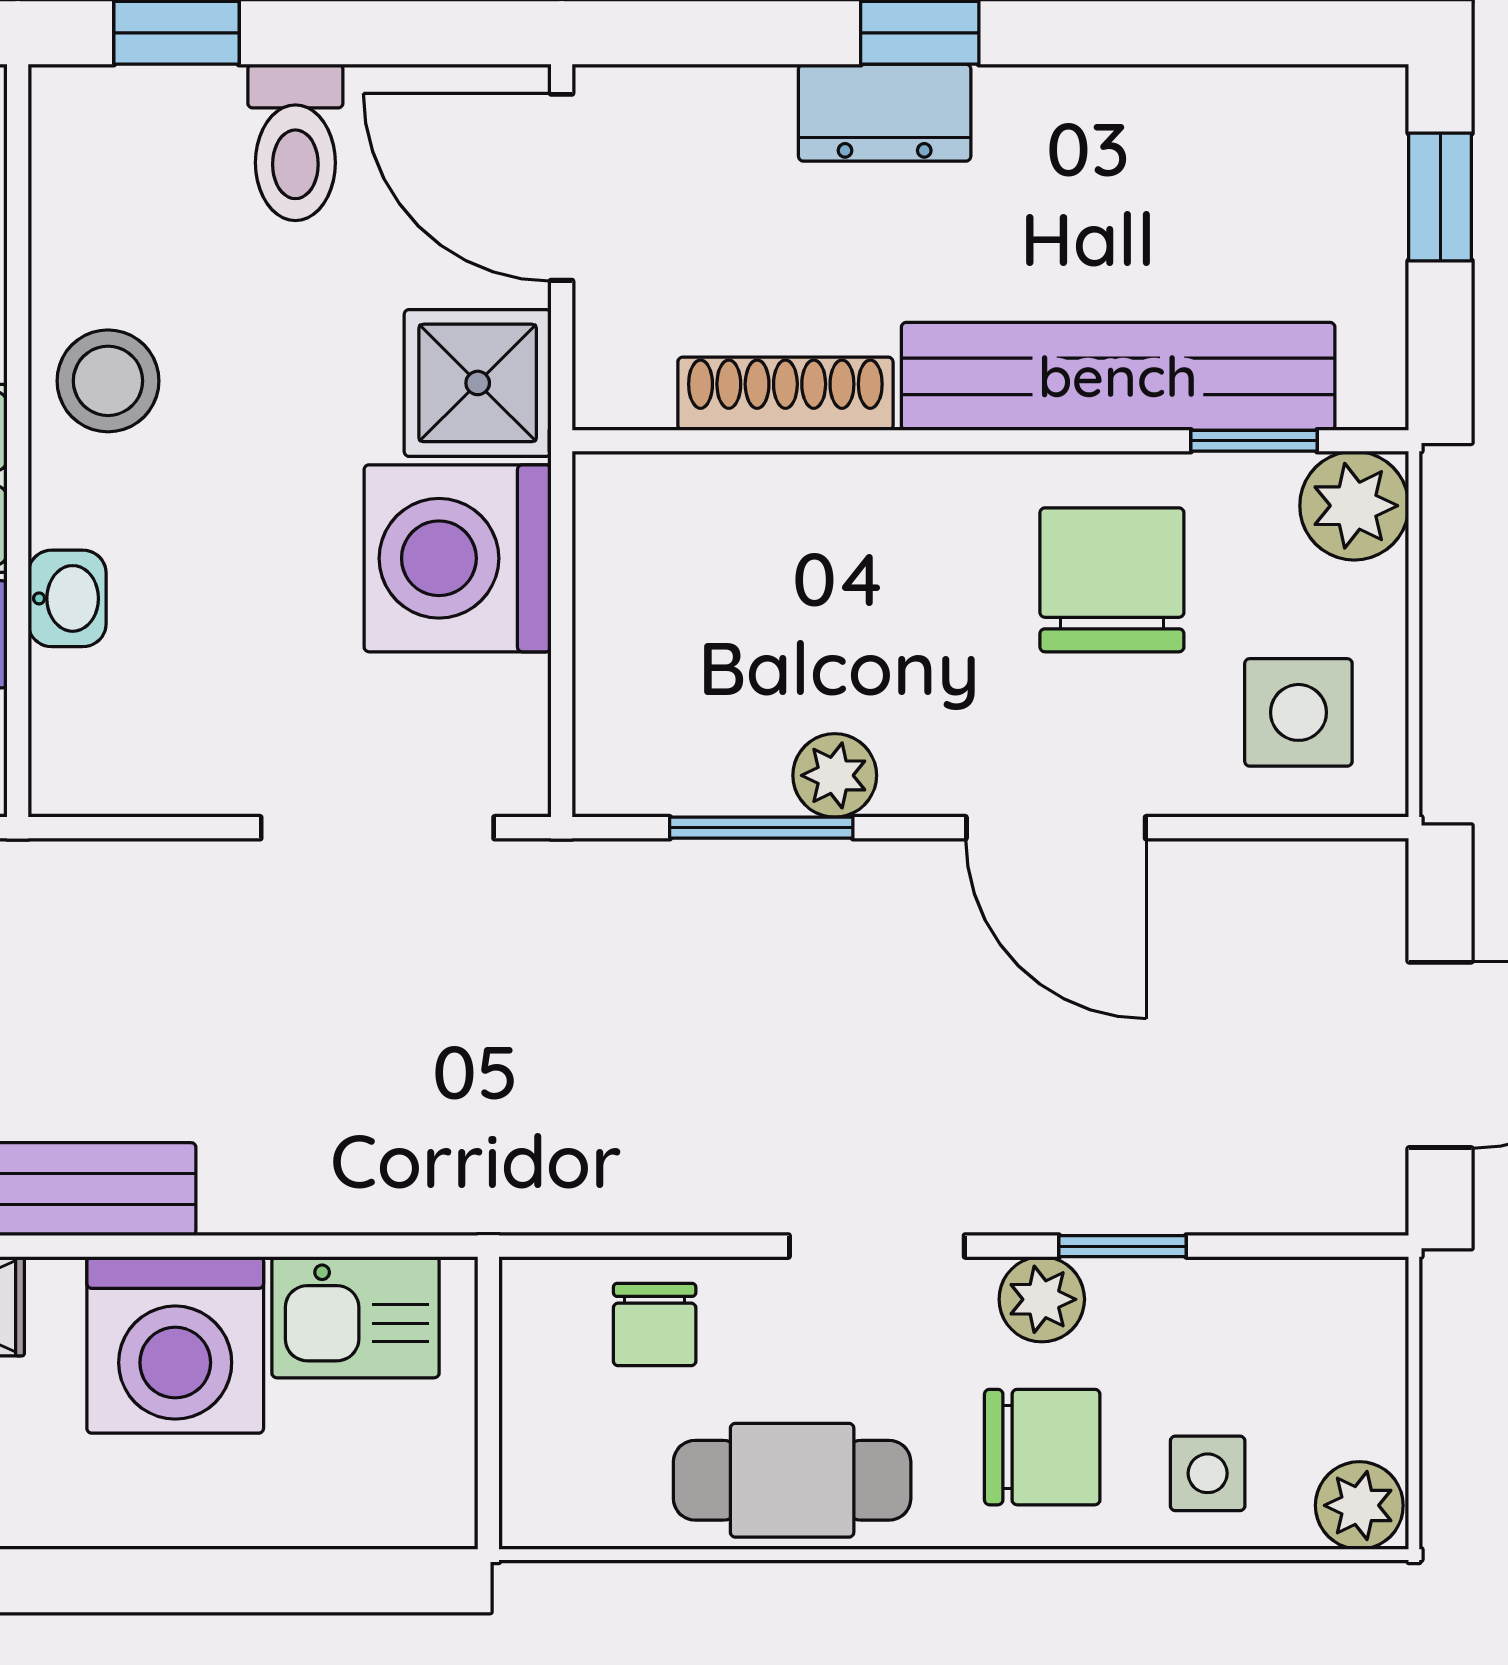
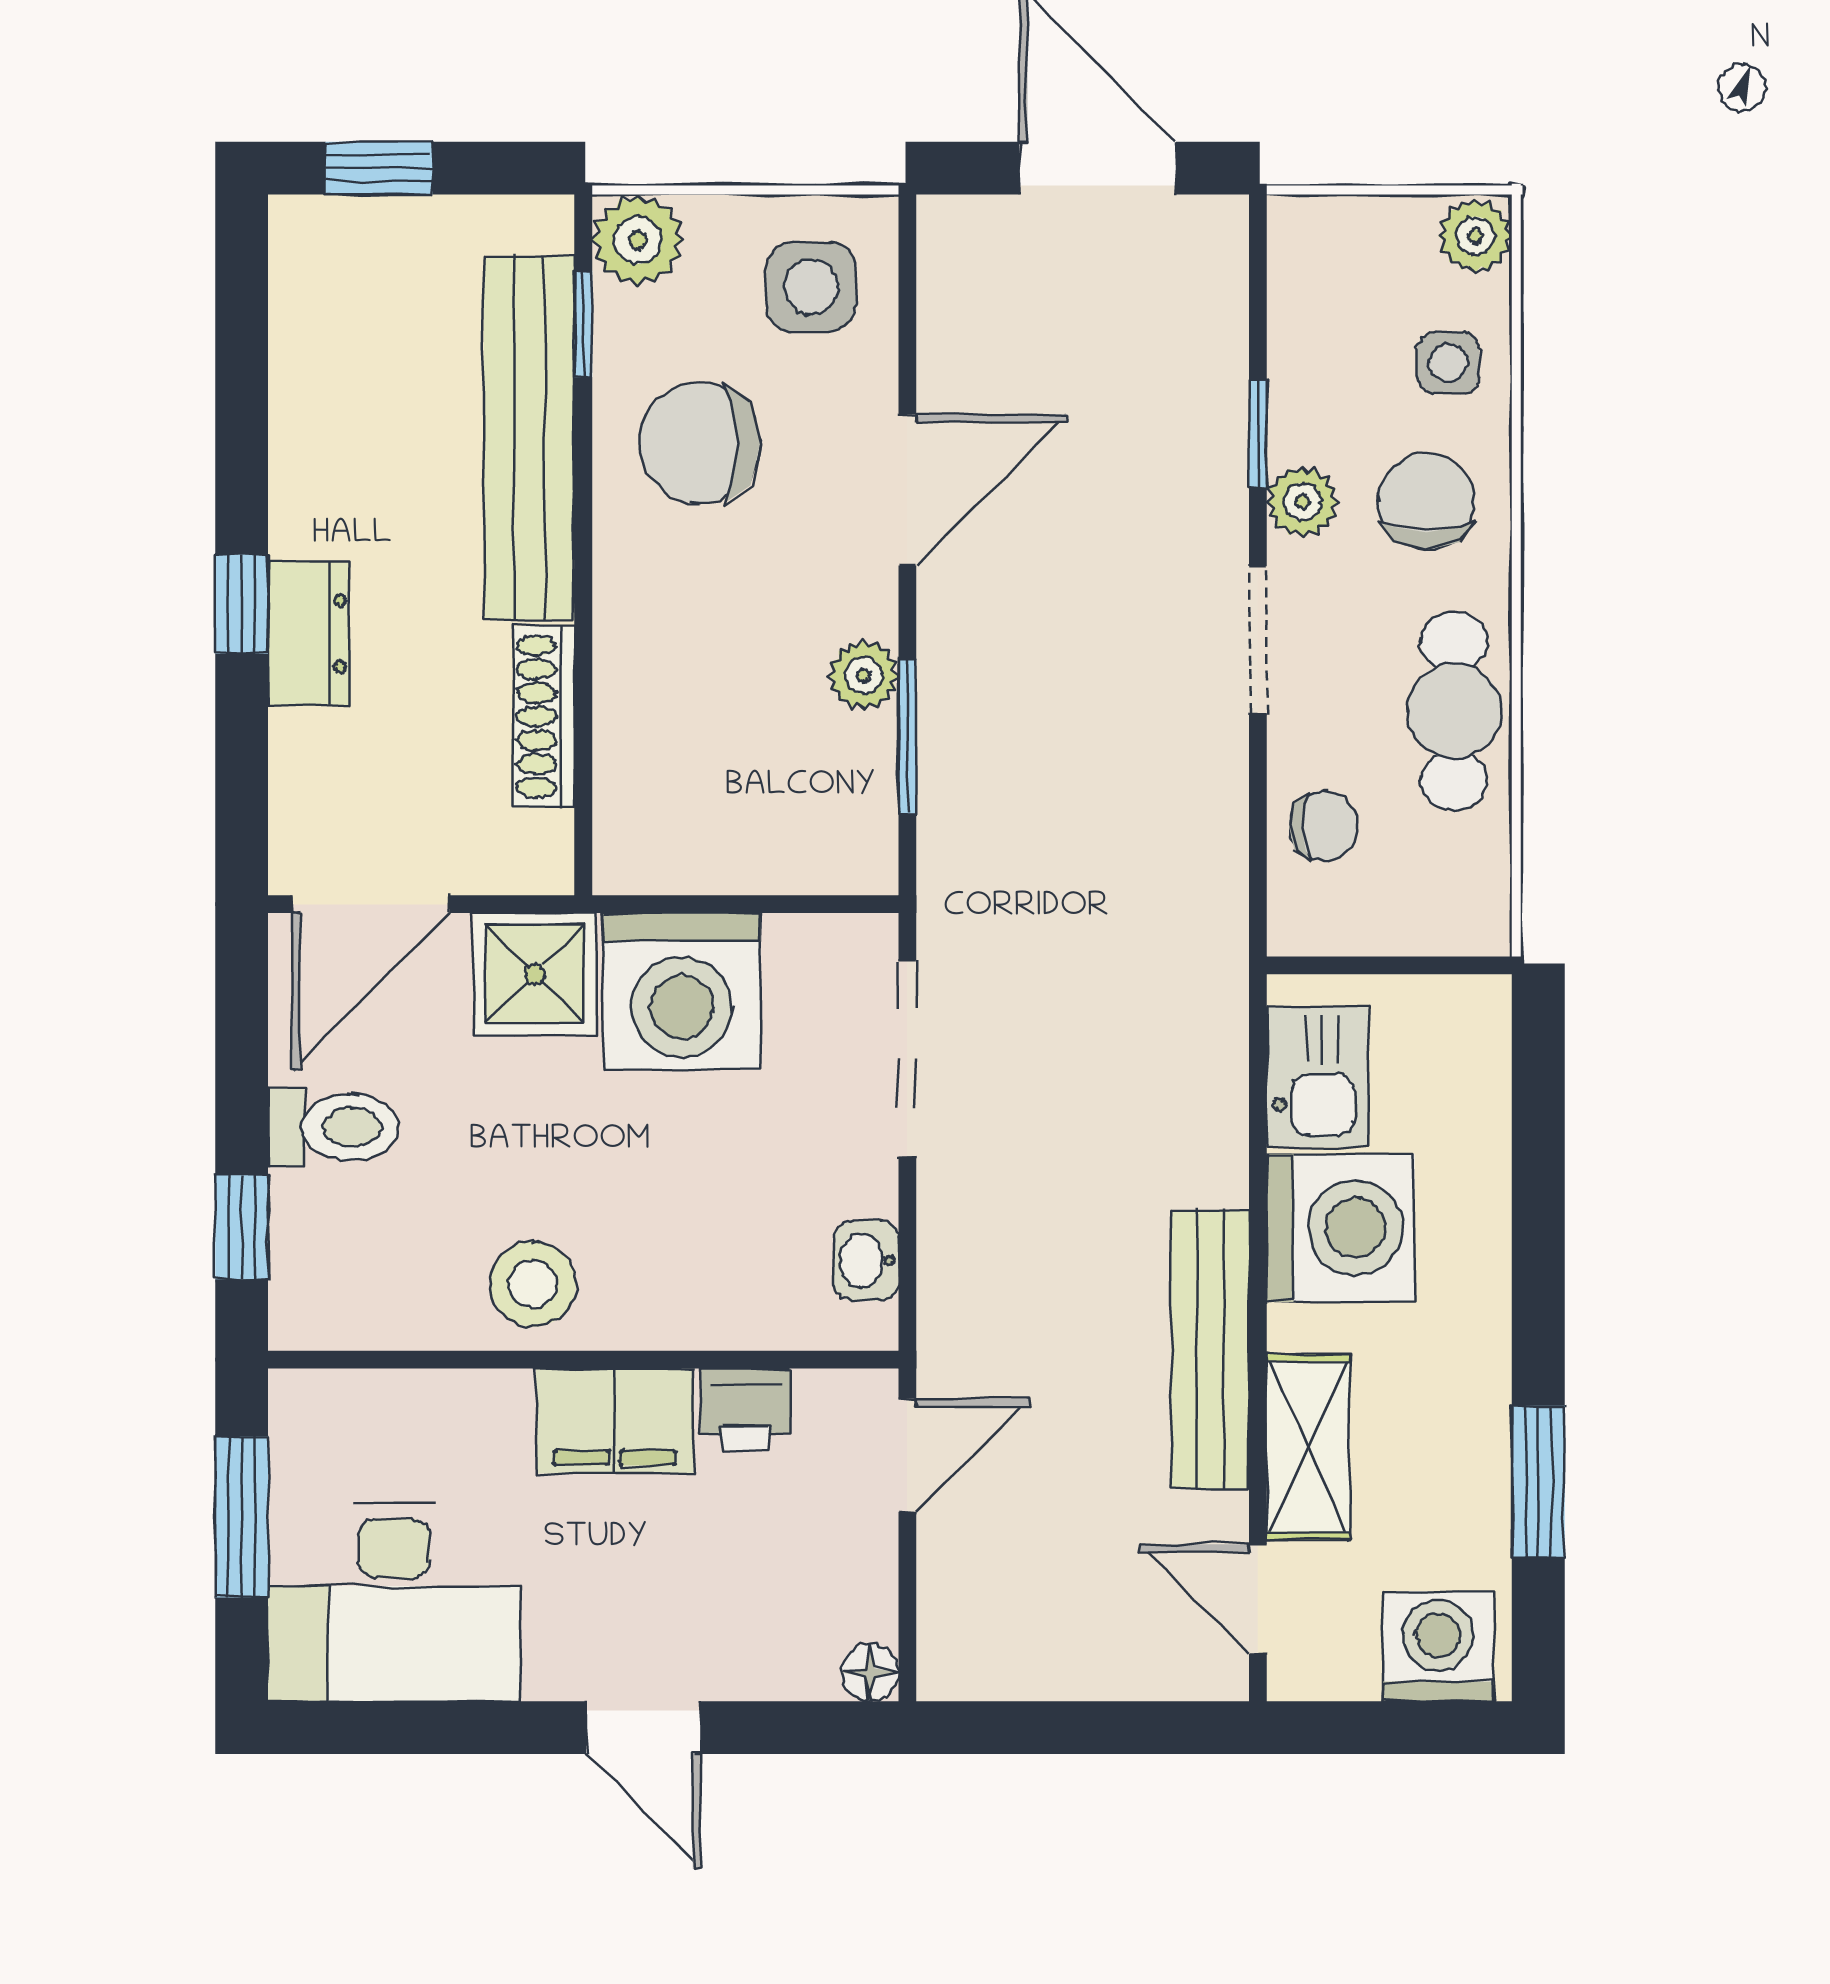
washbasin: (67, 598) -> (866, 1260), moved, turned -90

